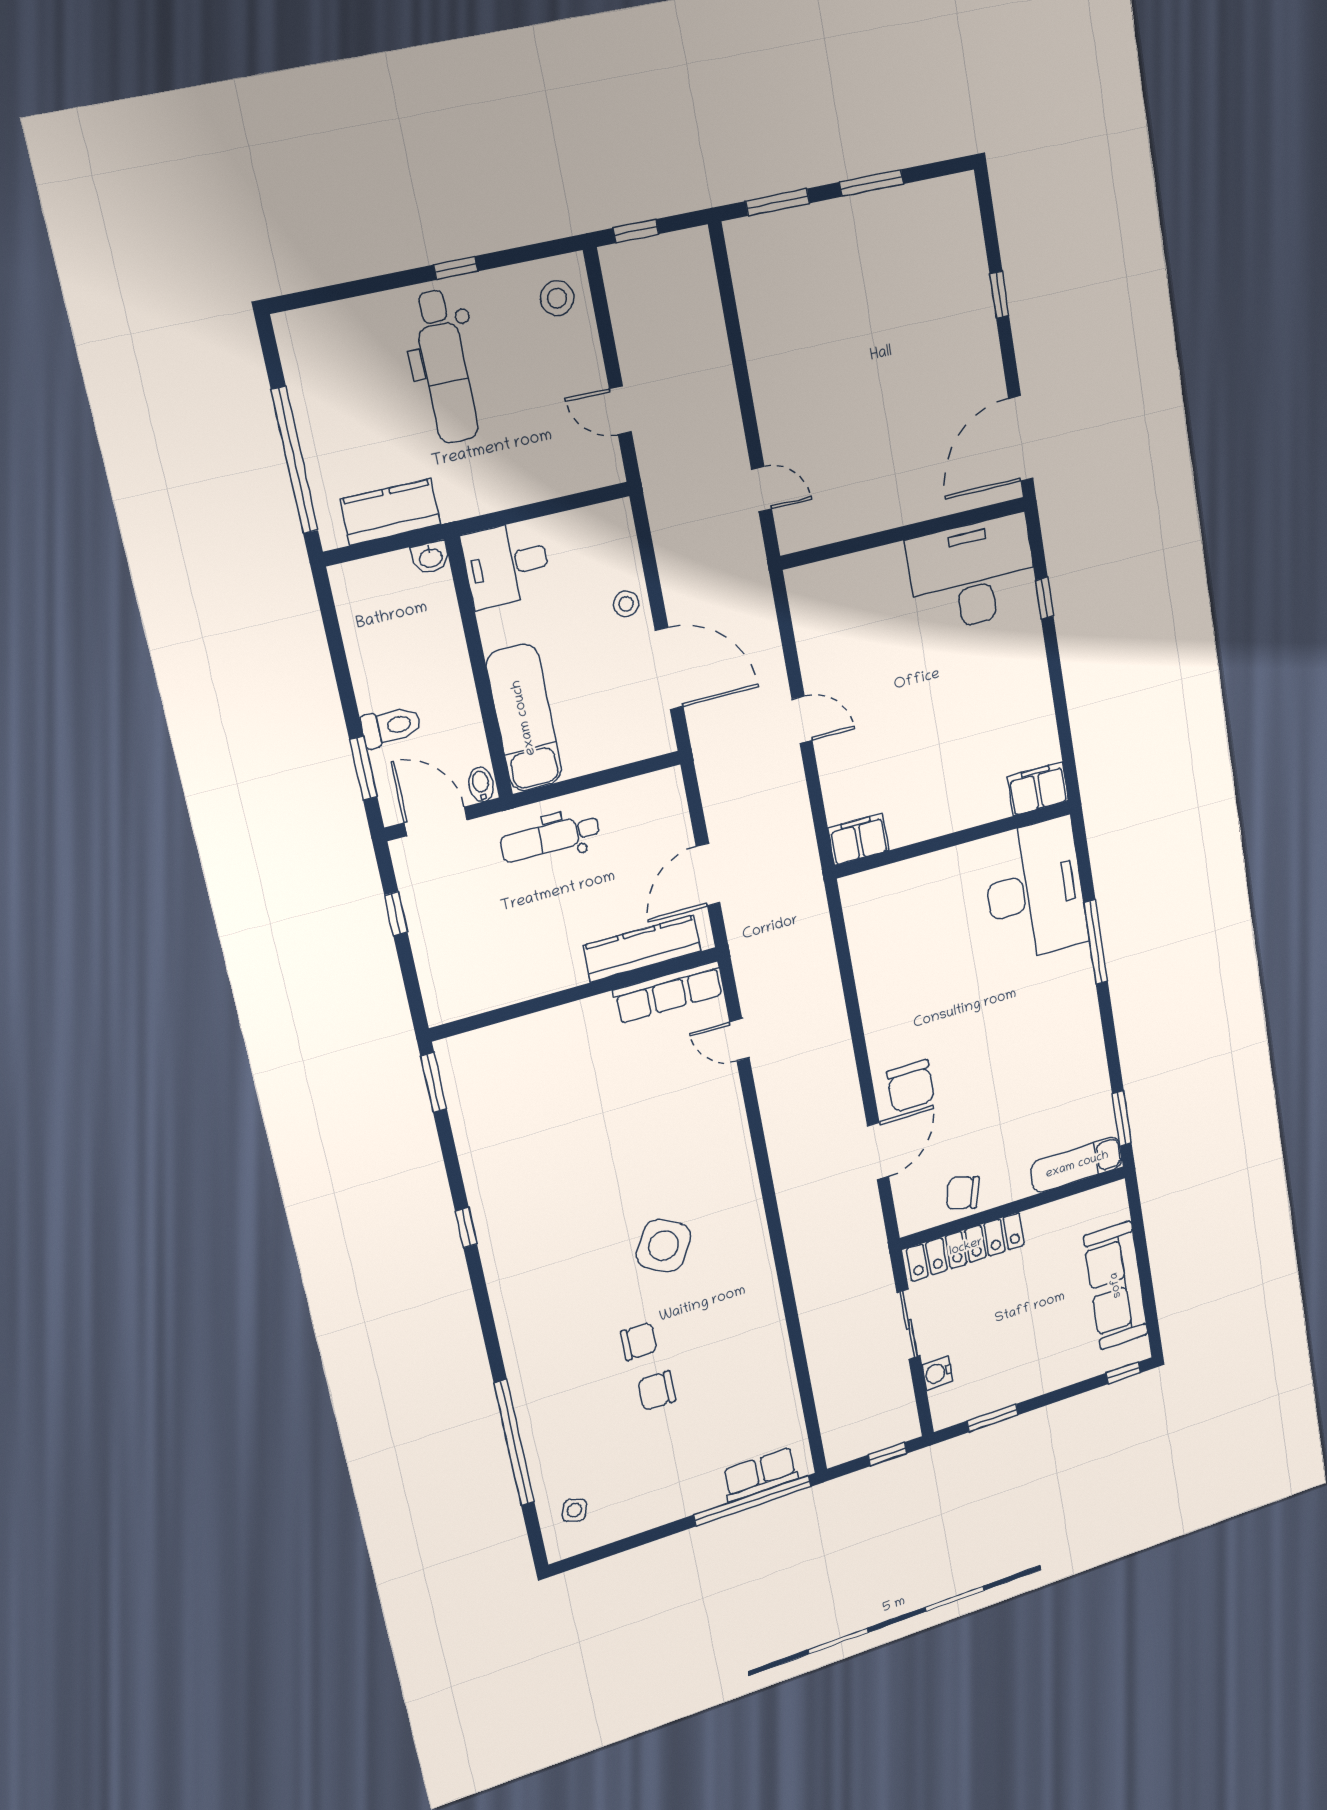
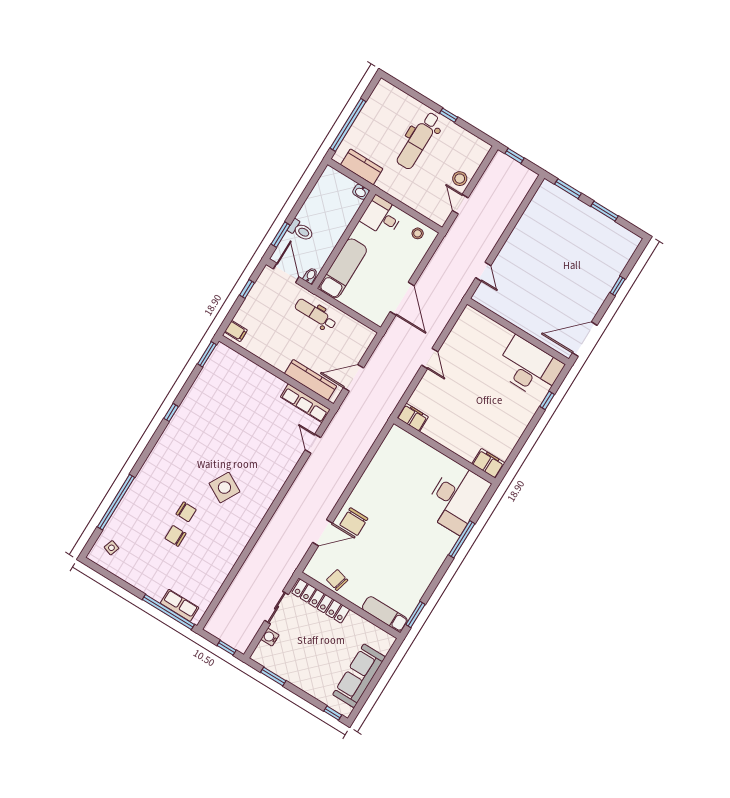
stool: (557, 298) -> (460, 179), moved
stool: (626, 604) -> (418, 233), moved
filing cabinet: (445, 998) -> (236, 331), added

